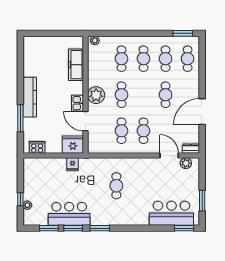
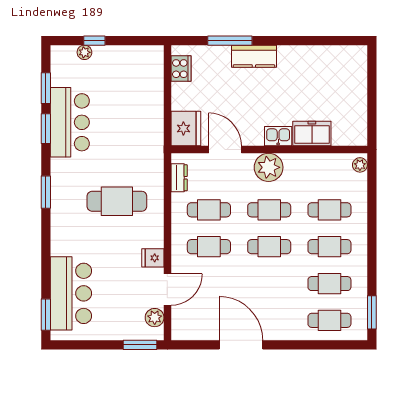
freezer: (76, 65) -> (312, 134), width x0.71
cafe table: (166, 95) -> (269, 247), moved
kitchen counter: (30, 97) -> (254, 56), width x0.67
kitchen sink: (77, 103) -> (278, 136), moved
door: (85, 121) -> (225, 149), hinge flipped
dresser: (191, 149) -> (179, 178), moved
fridge: (72, 164) -> (153, 258), moved
cafe table: (116, 186) -> (117, 201), width x1.37, depth x1.35
window: (202, 201) -> (140, 345), moved
window: (100, 228) -> (46, 192), moved

